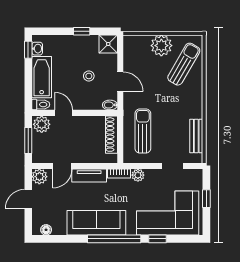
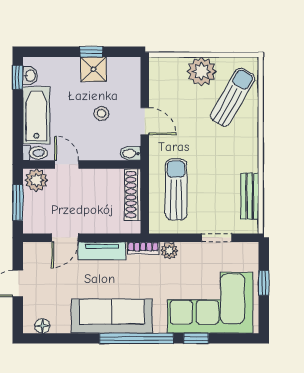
shower: (108, 44) -> (93, 69), moved
plant: (39, 177) -> (33, 252), removed

